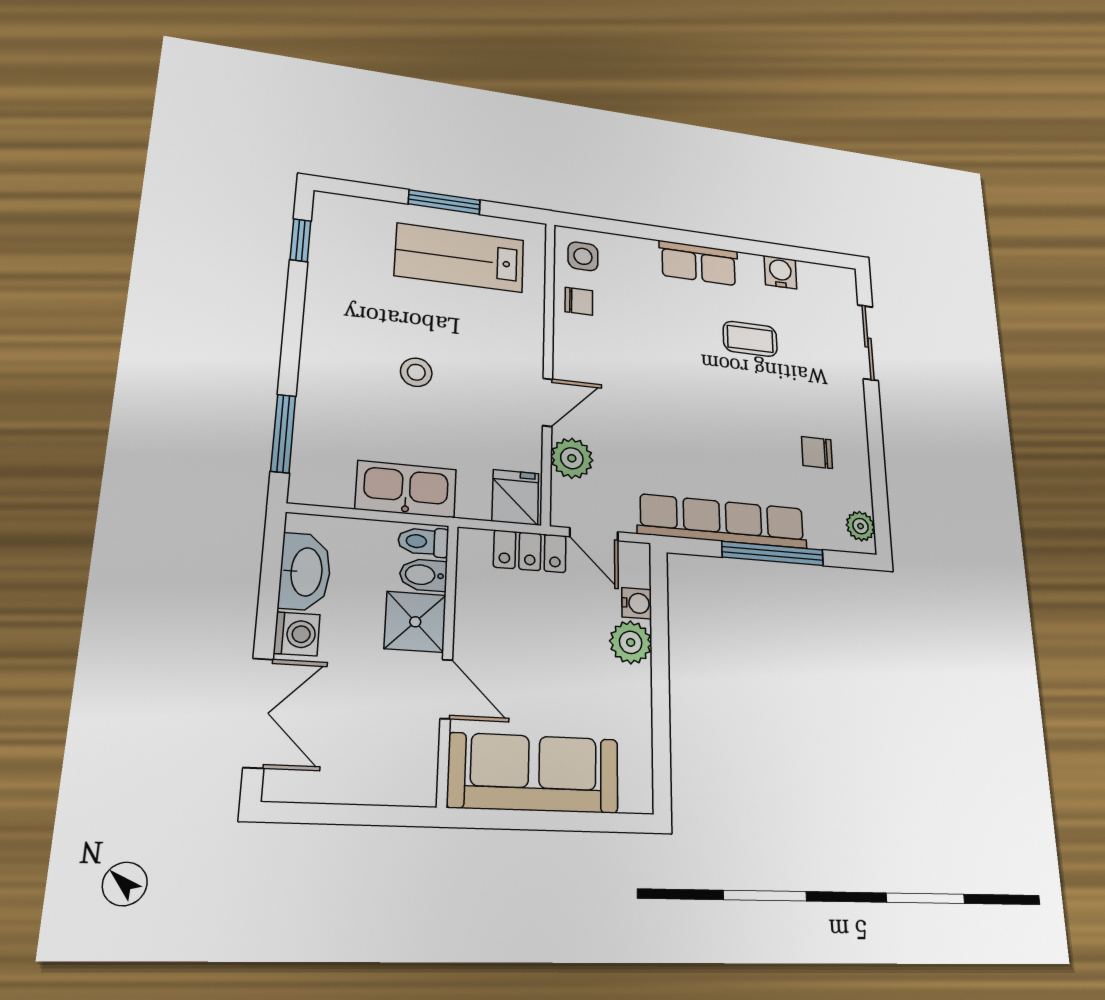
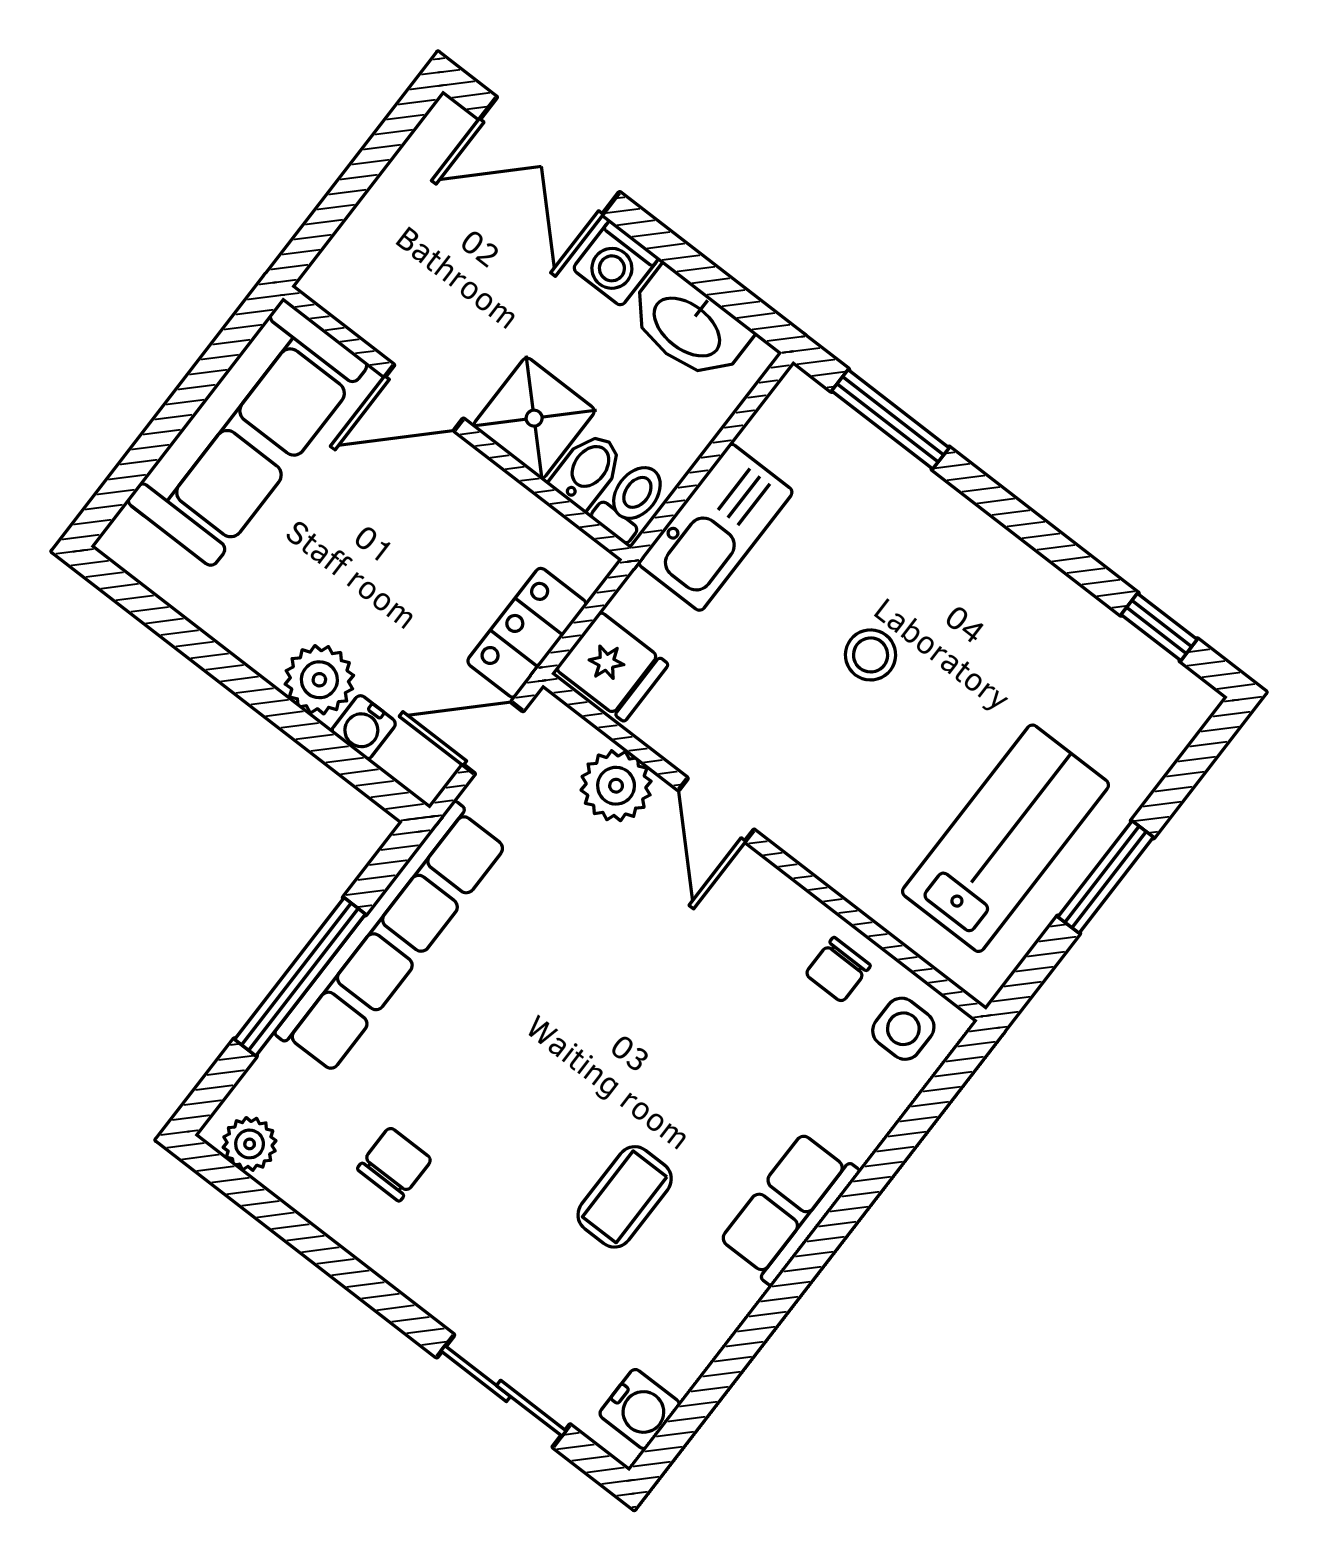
water cooler: (780, 272) -> (640, 1409), moved

